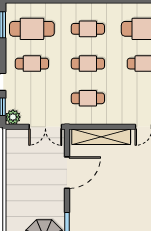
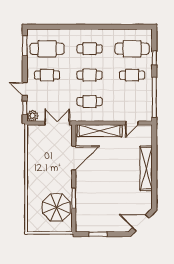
double door: (45, 127) -> (57, 123), swing flipped

